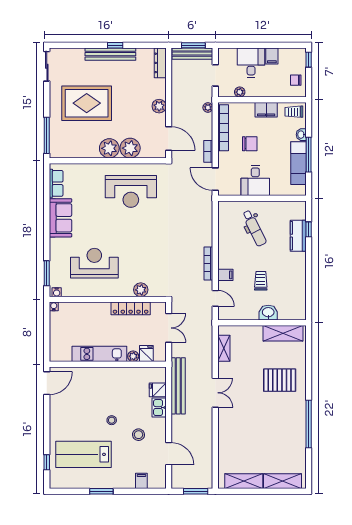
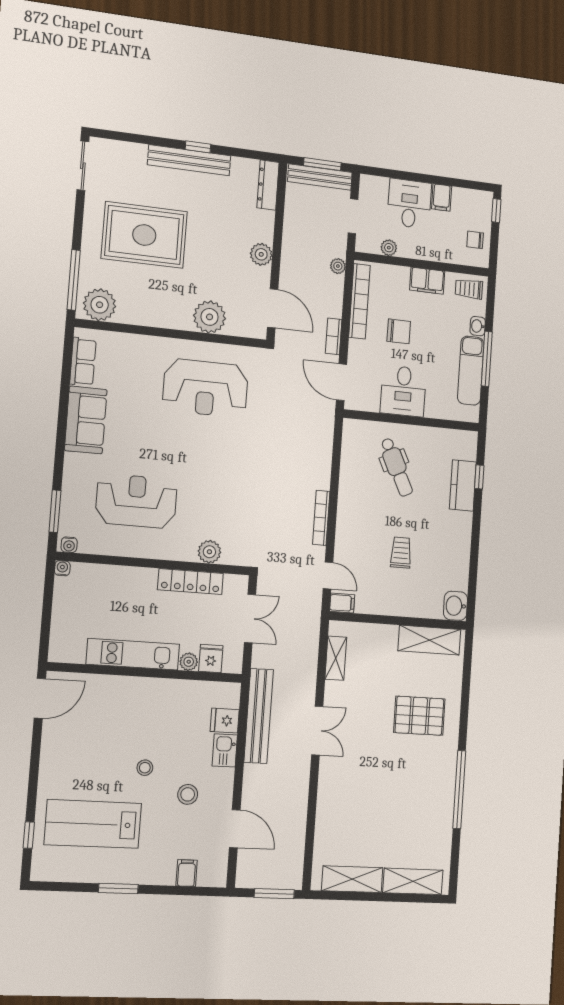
plant: (109, 148) -> (100, 305), moved
filing cabinet: (225, 275) -> (342, 603), moved
washbasin: (268, 313) -> (456, 606), moved, turned -90

